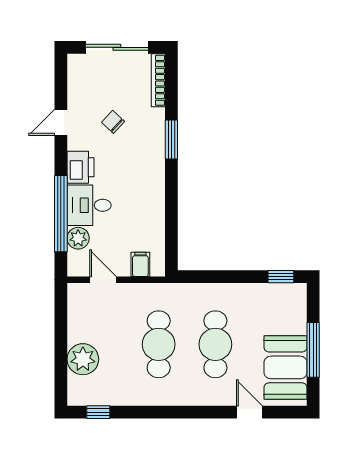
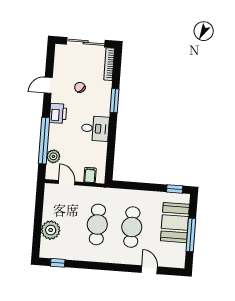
desk: (89, 205) -> (95, 128), moved, turned 180
booth: (285, 367) -> (175, 223), moved

